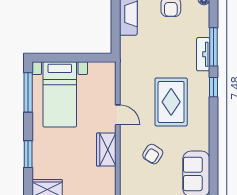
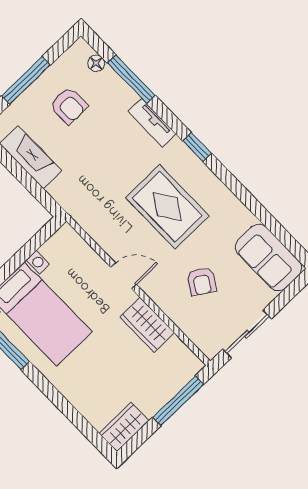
window: (213, 47) -> (131, 79), moved
window: (28, 154) -> (69, 411), removed

